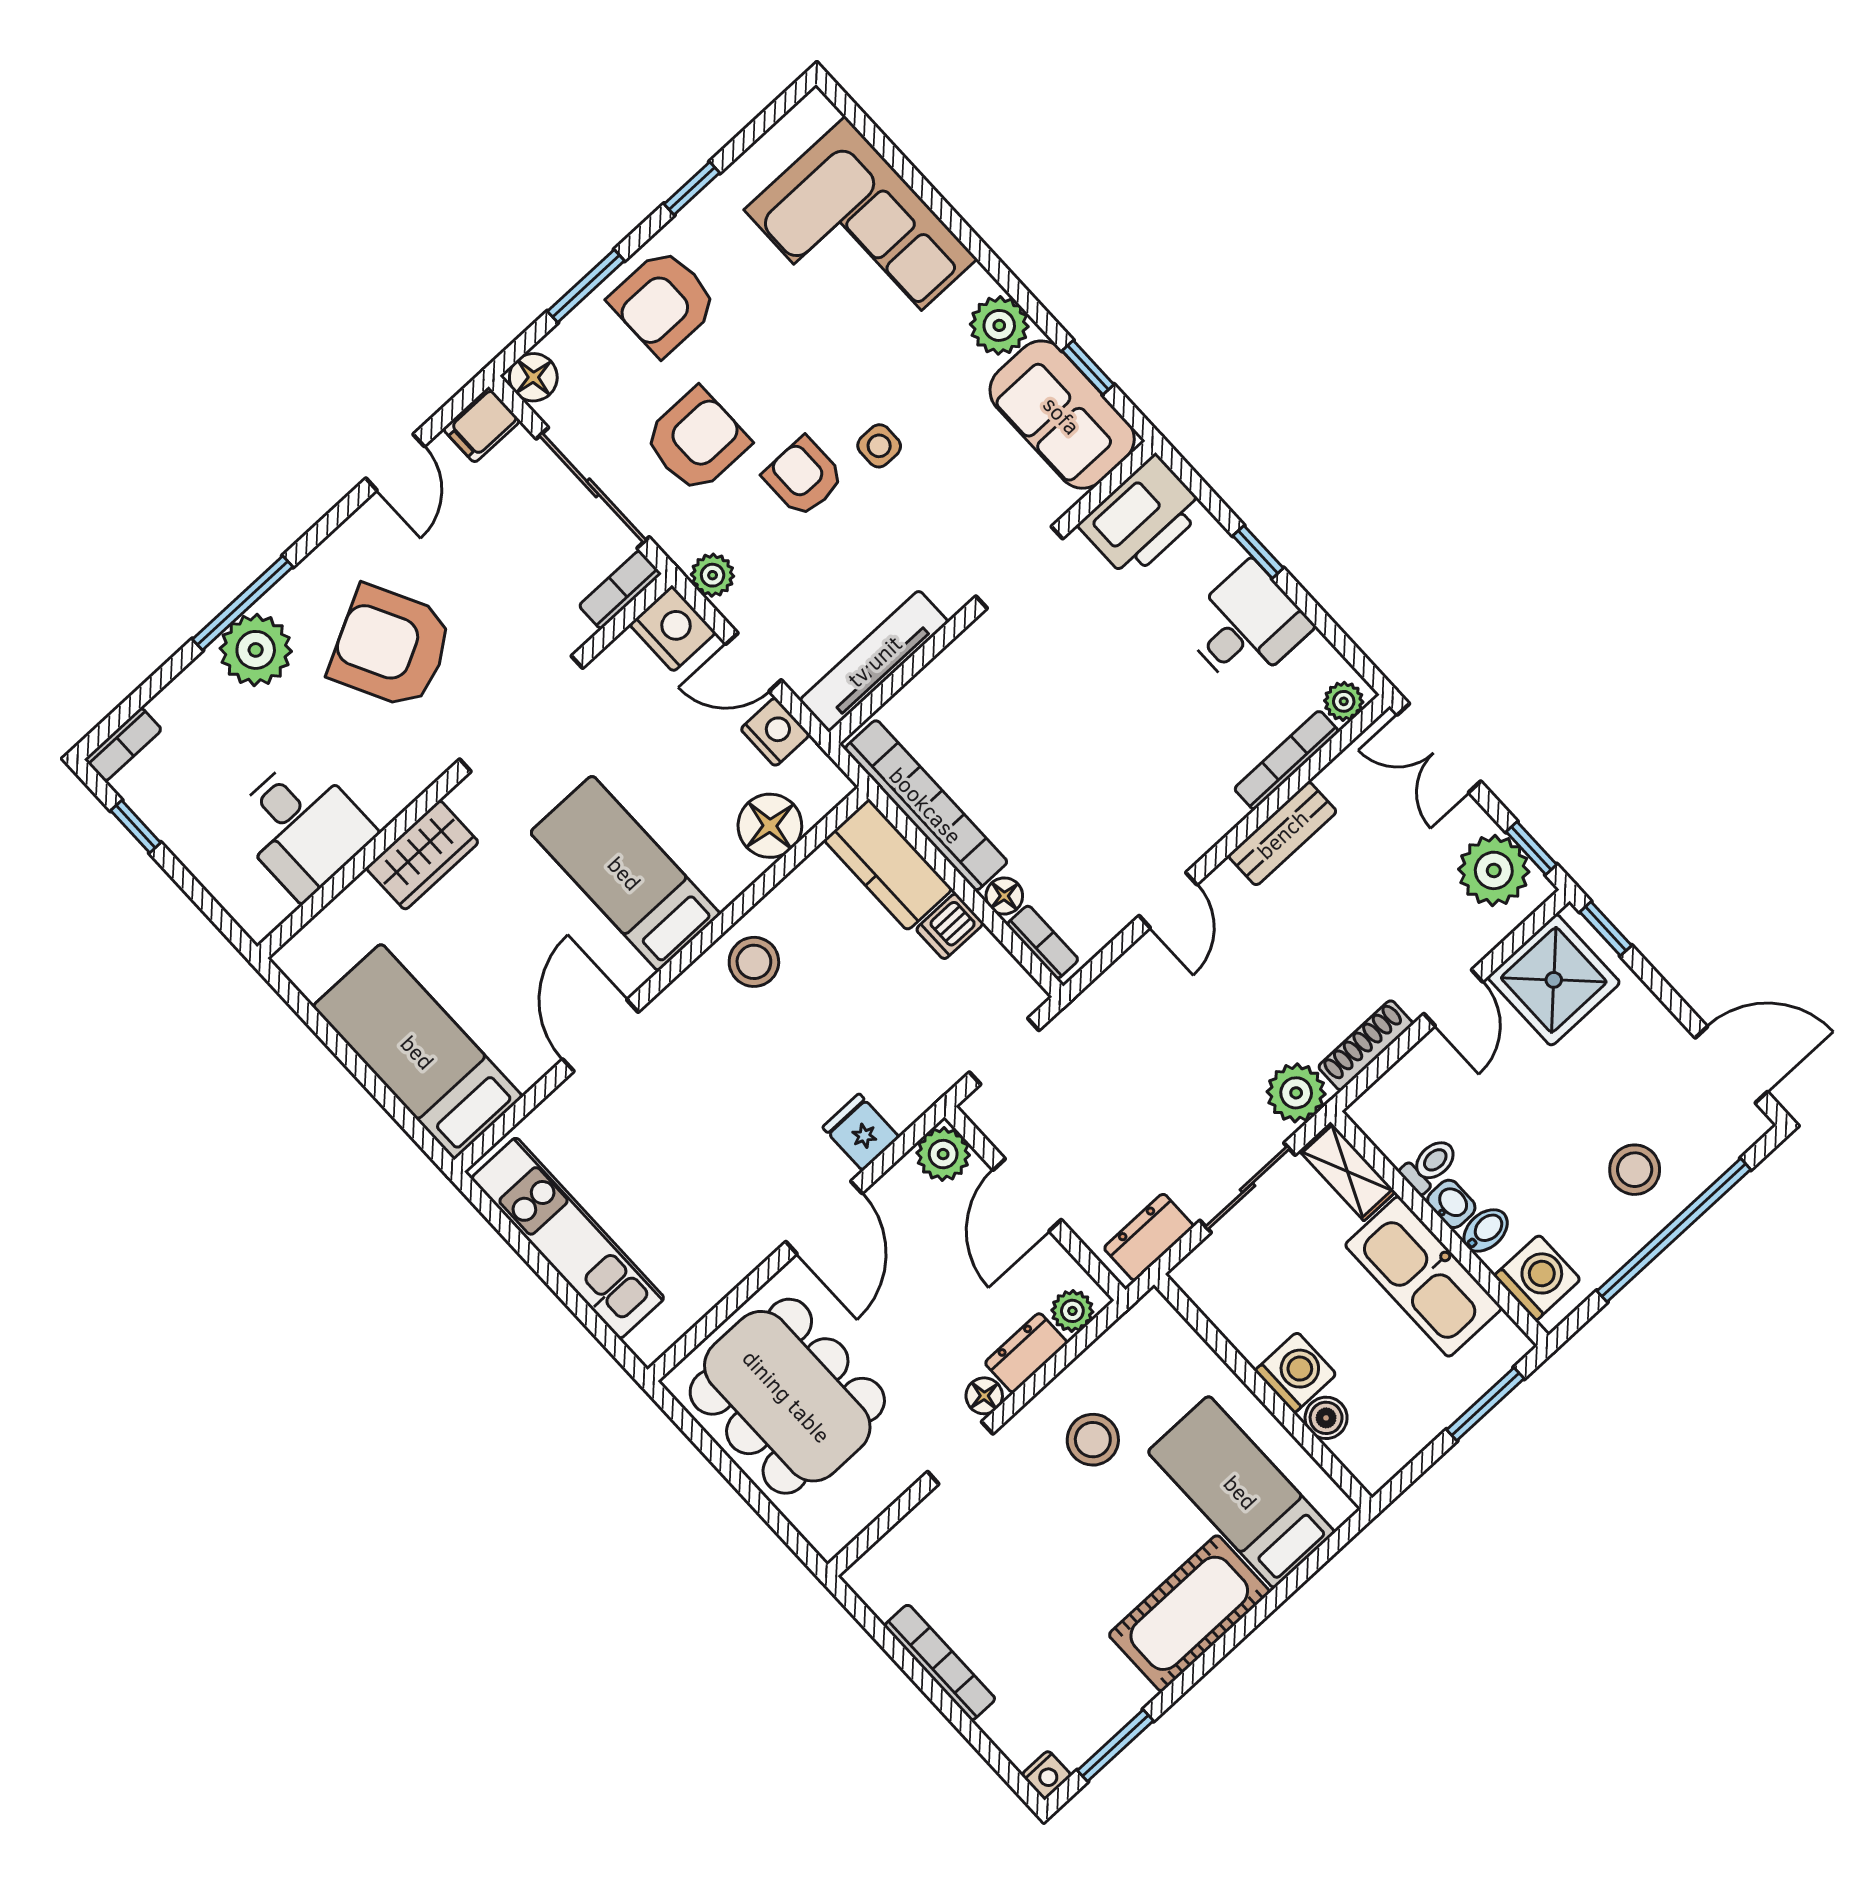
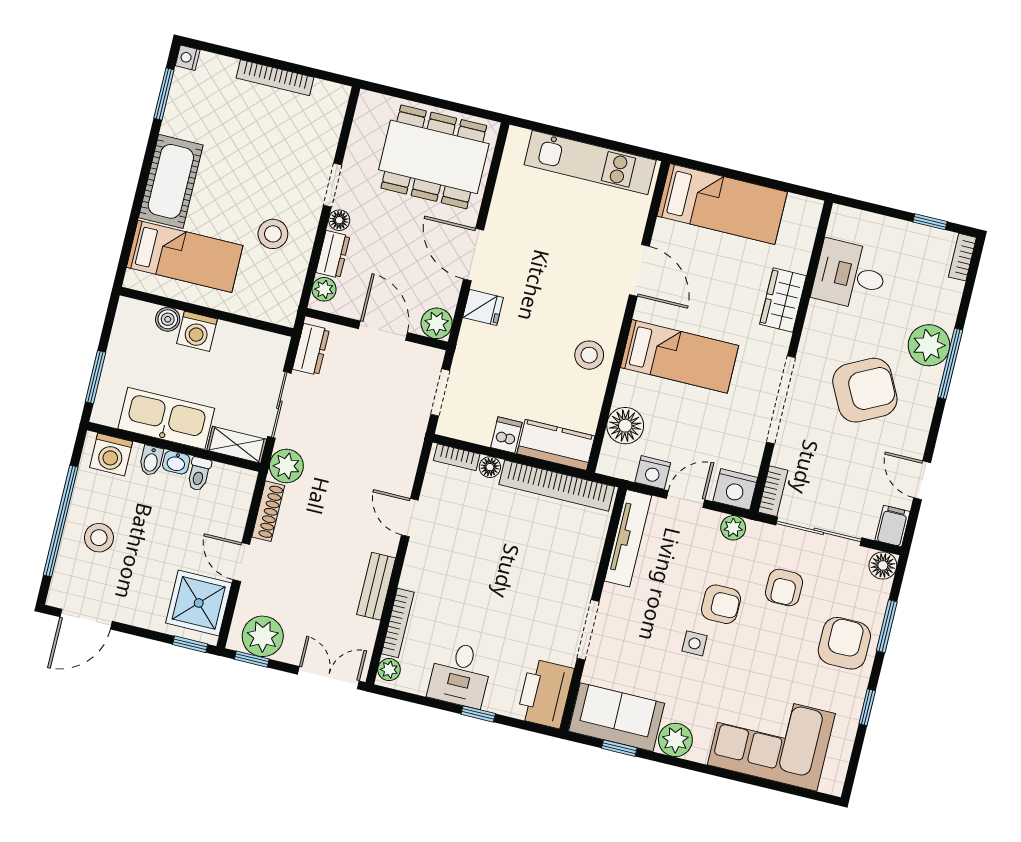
armchair: (697, 440) -> (784, 588), width x0.72, depth x0.72

